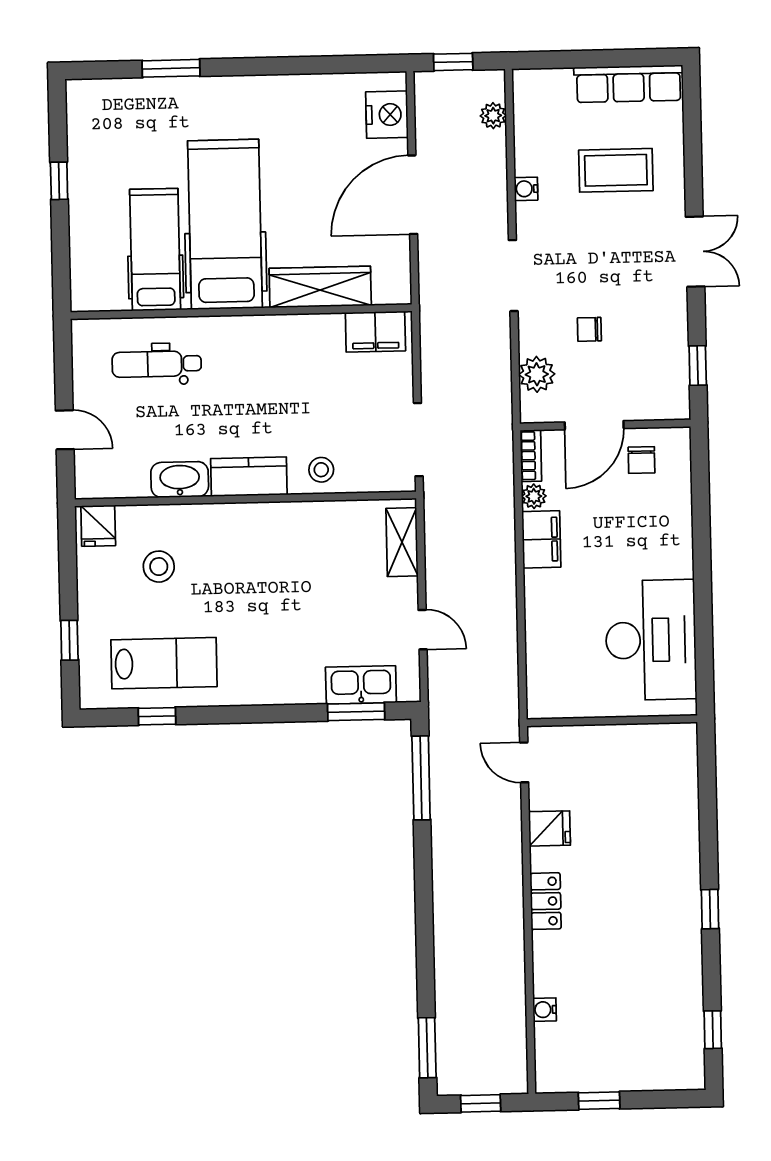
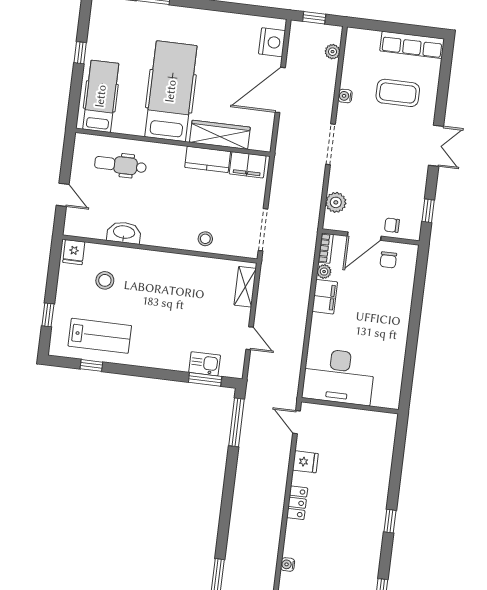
hospital bed: (155, 250) -> (101, 96), moved
chair: (589, 329) -> (392, 225), moved
kitchen counter: (249, 477) -> (208, 159), moved, turned 180
desk: (651, 640) -> (339, 376), moved, turned 90
kitchen sink: (361, 685) -> (205, 364), width x0.73

